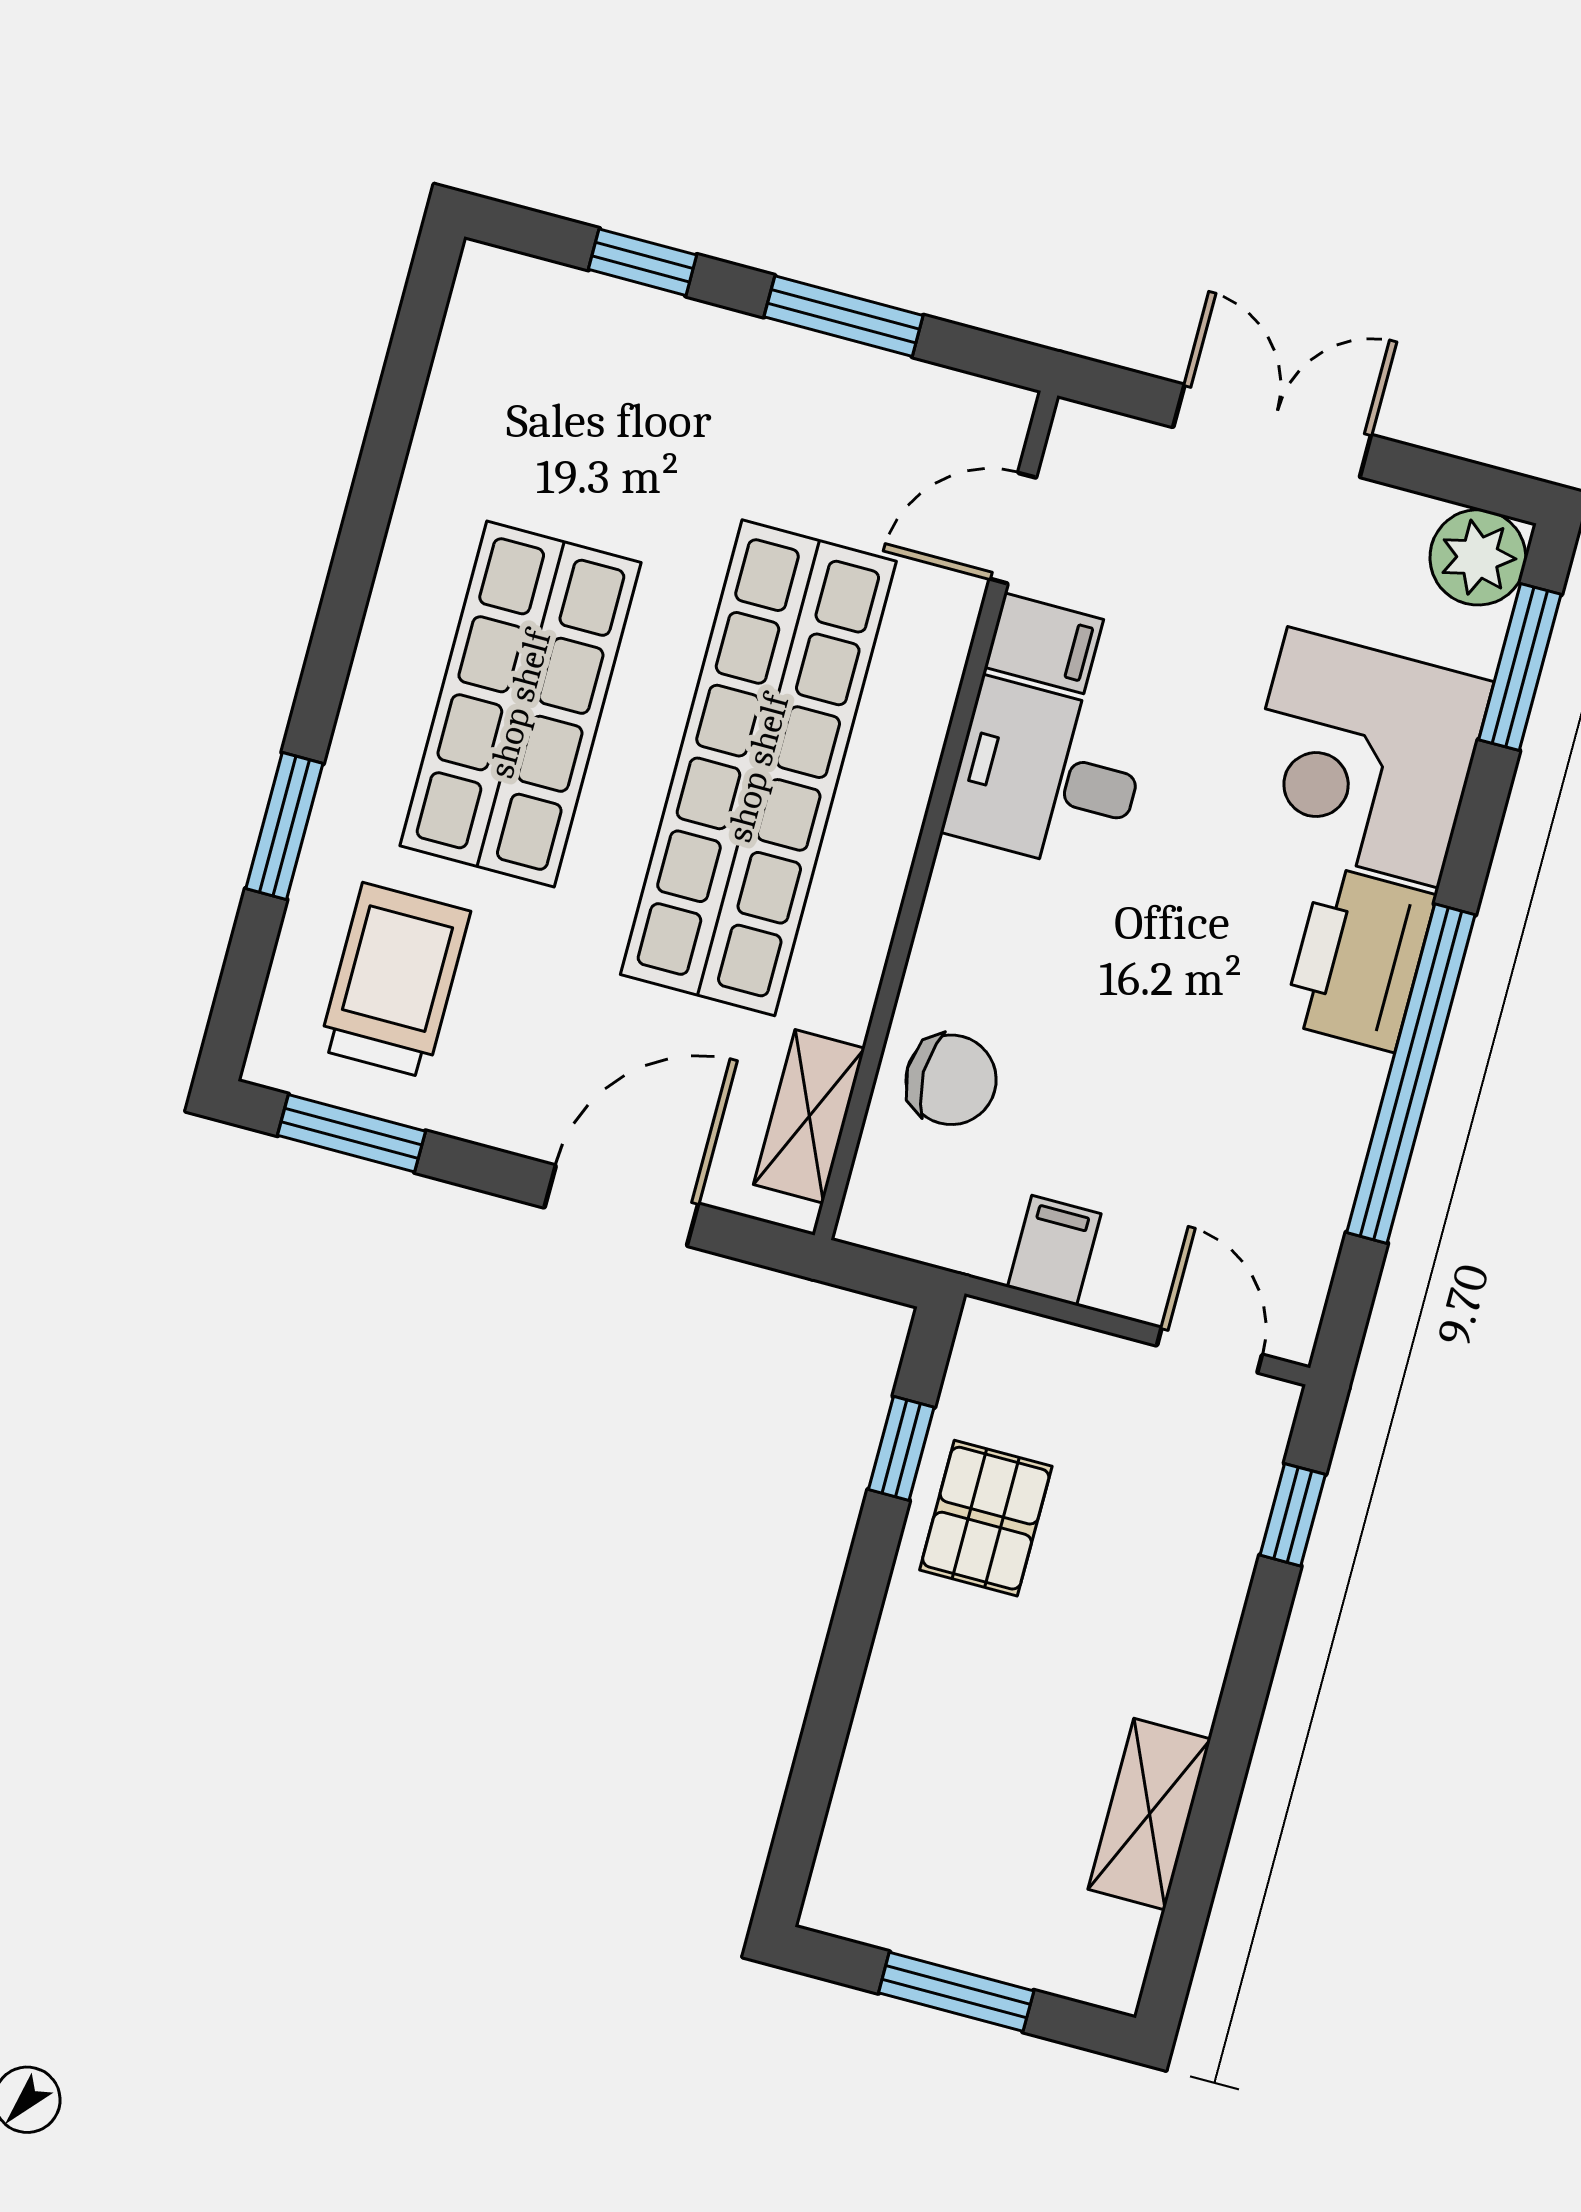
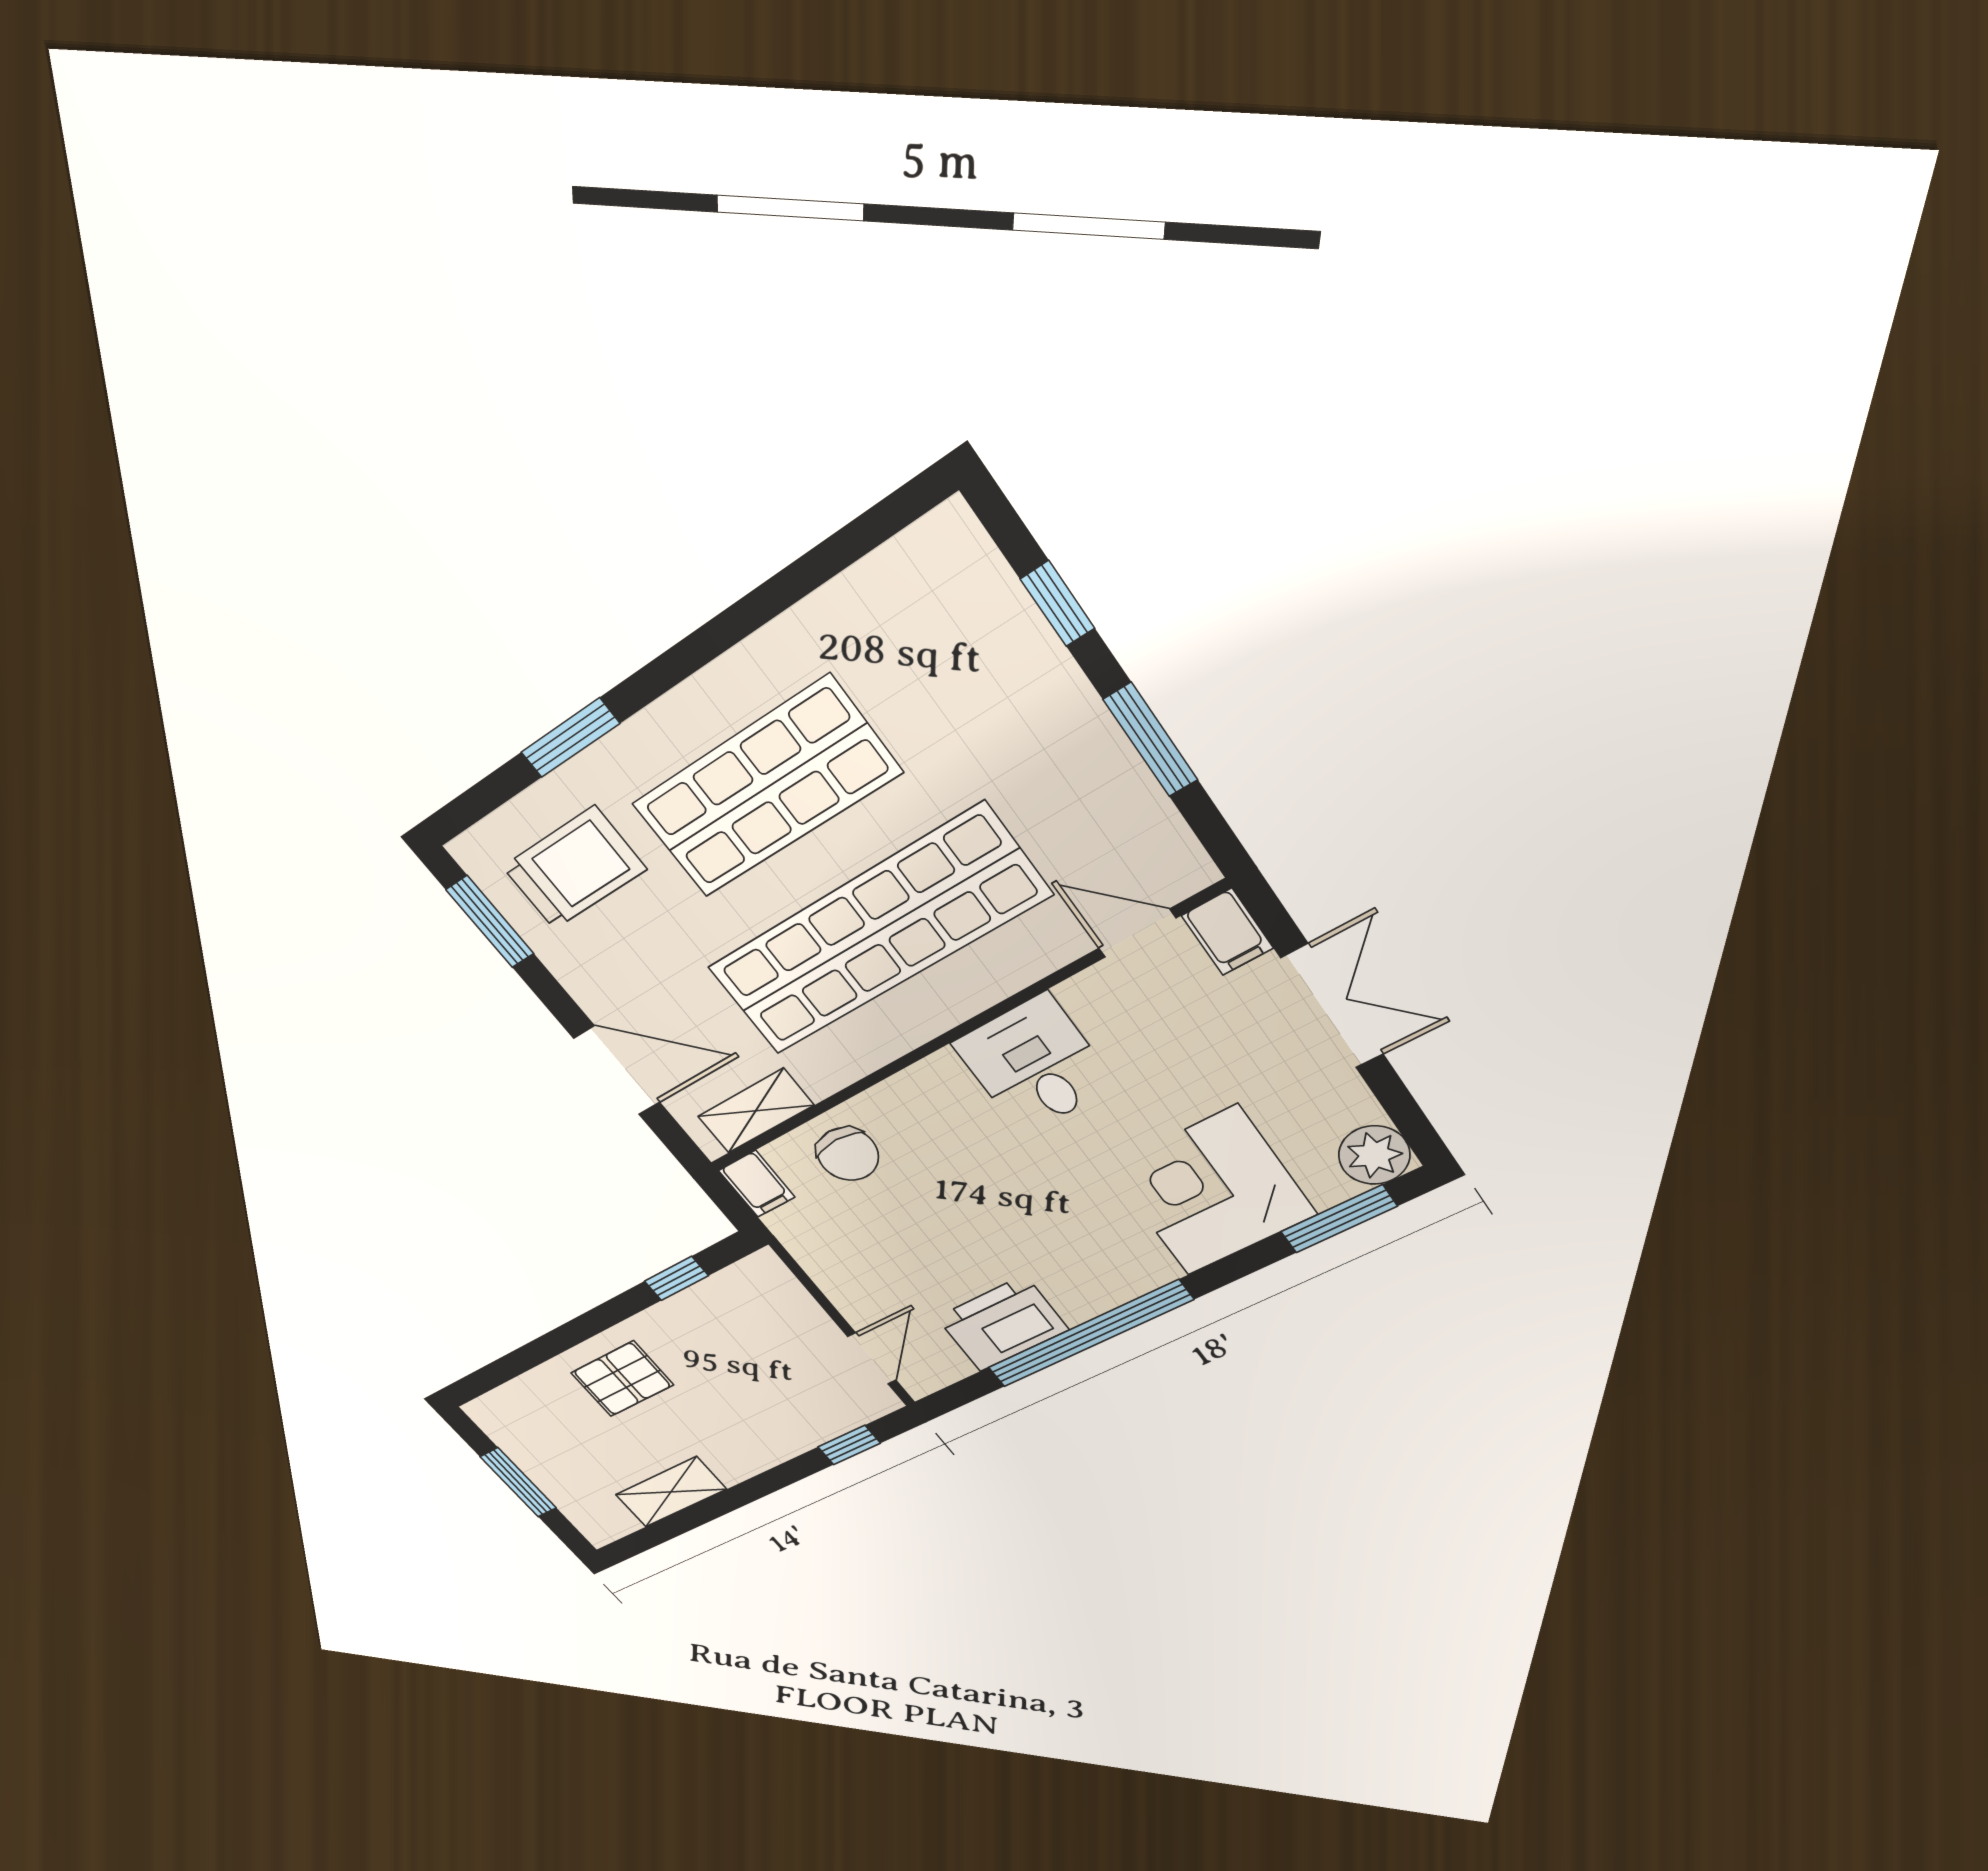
filing cabinet: (1044, 643) -> (1227, 932), moved
printer: (1359, 959) -> (1002, 1324), moved
filing cabinet: (1054, 1250) -> (757, 1184), moved, turned 90
pallet: (986, 1518) -> (622, 1379), moved

